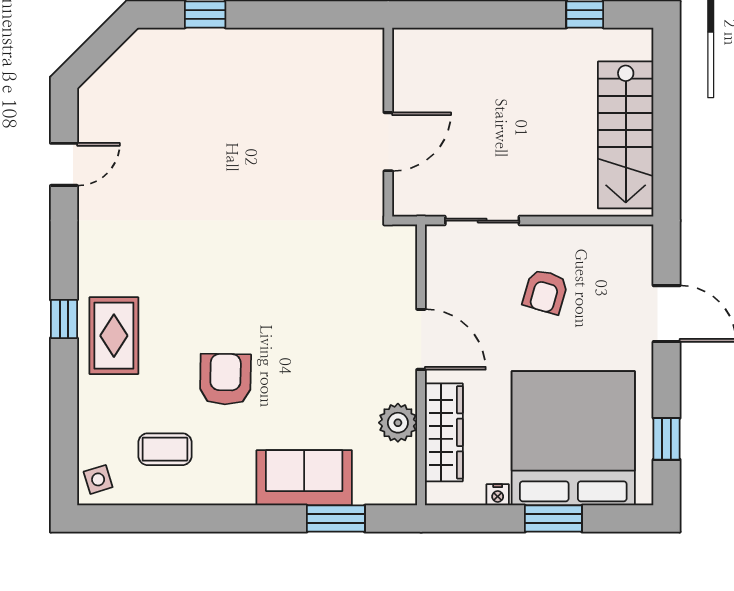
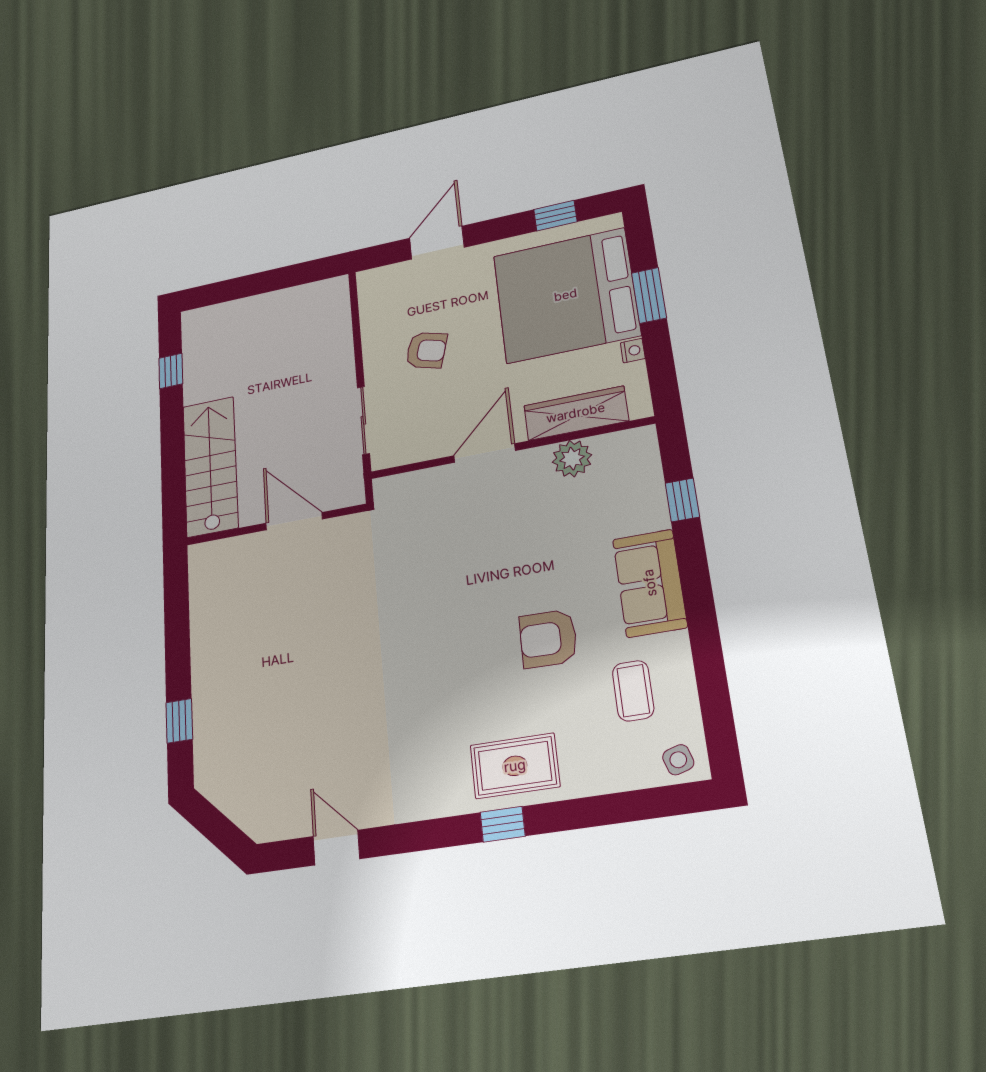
stairs: (626, 135) -> (210, 466), moved, turned -90
sofa: (304, 478) -> (650, 583), moved
window: (336, 519) -> (682, 500), width x0.67

